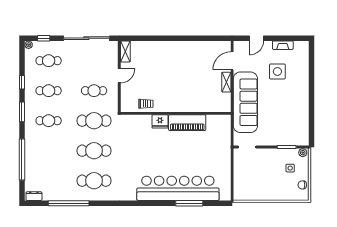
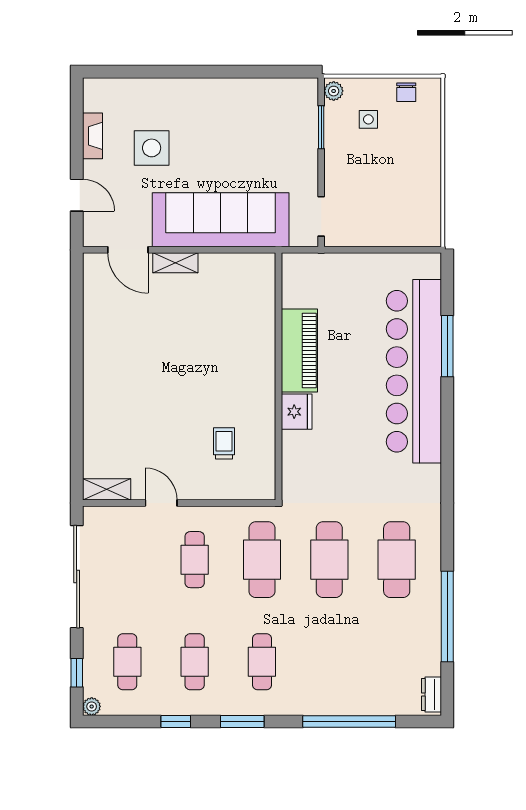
wall: (176, 113) -> (279, 376), moved
fridge: (160, 121) -> (297, 412), moved
piano: (187, 123) -> (299, 350), moved

